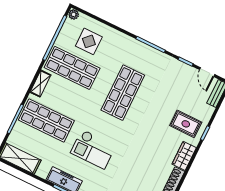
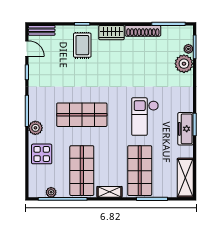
plant: (74, 14) -> (51, 192), moved
display table: (89, 41) -> (42, 154), moved
plant: (131, 45) -> (35, 128), added
door: (207, 72) -> (27, 49), hinge flipped
checkout: (93, 149) -> (145, 117), turned 180

